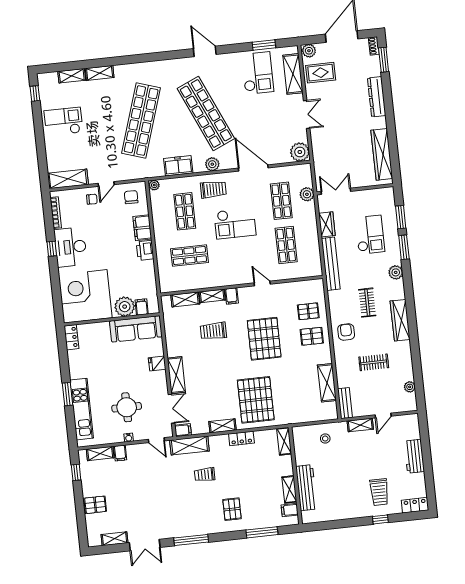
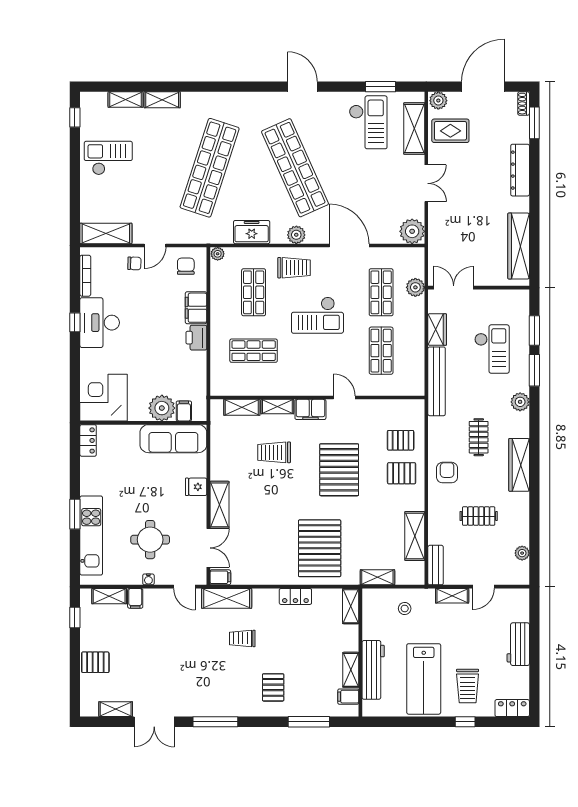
corner desk: (85, 296) -> (104, 398), width x0.74, depth x0.74
filing cabinet: (232, 296) -> (310, 409), width x2.00
shelving: (223, 426) -> (377, 577), moved
lab bench: (345, 490) -> (424, 679), added

